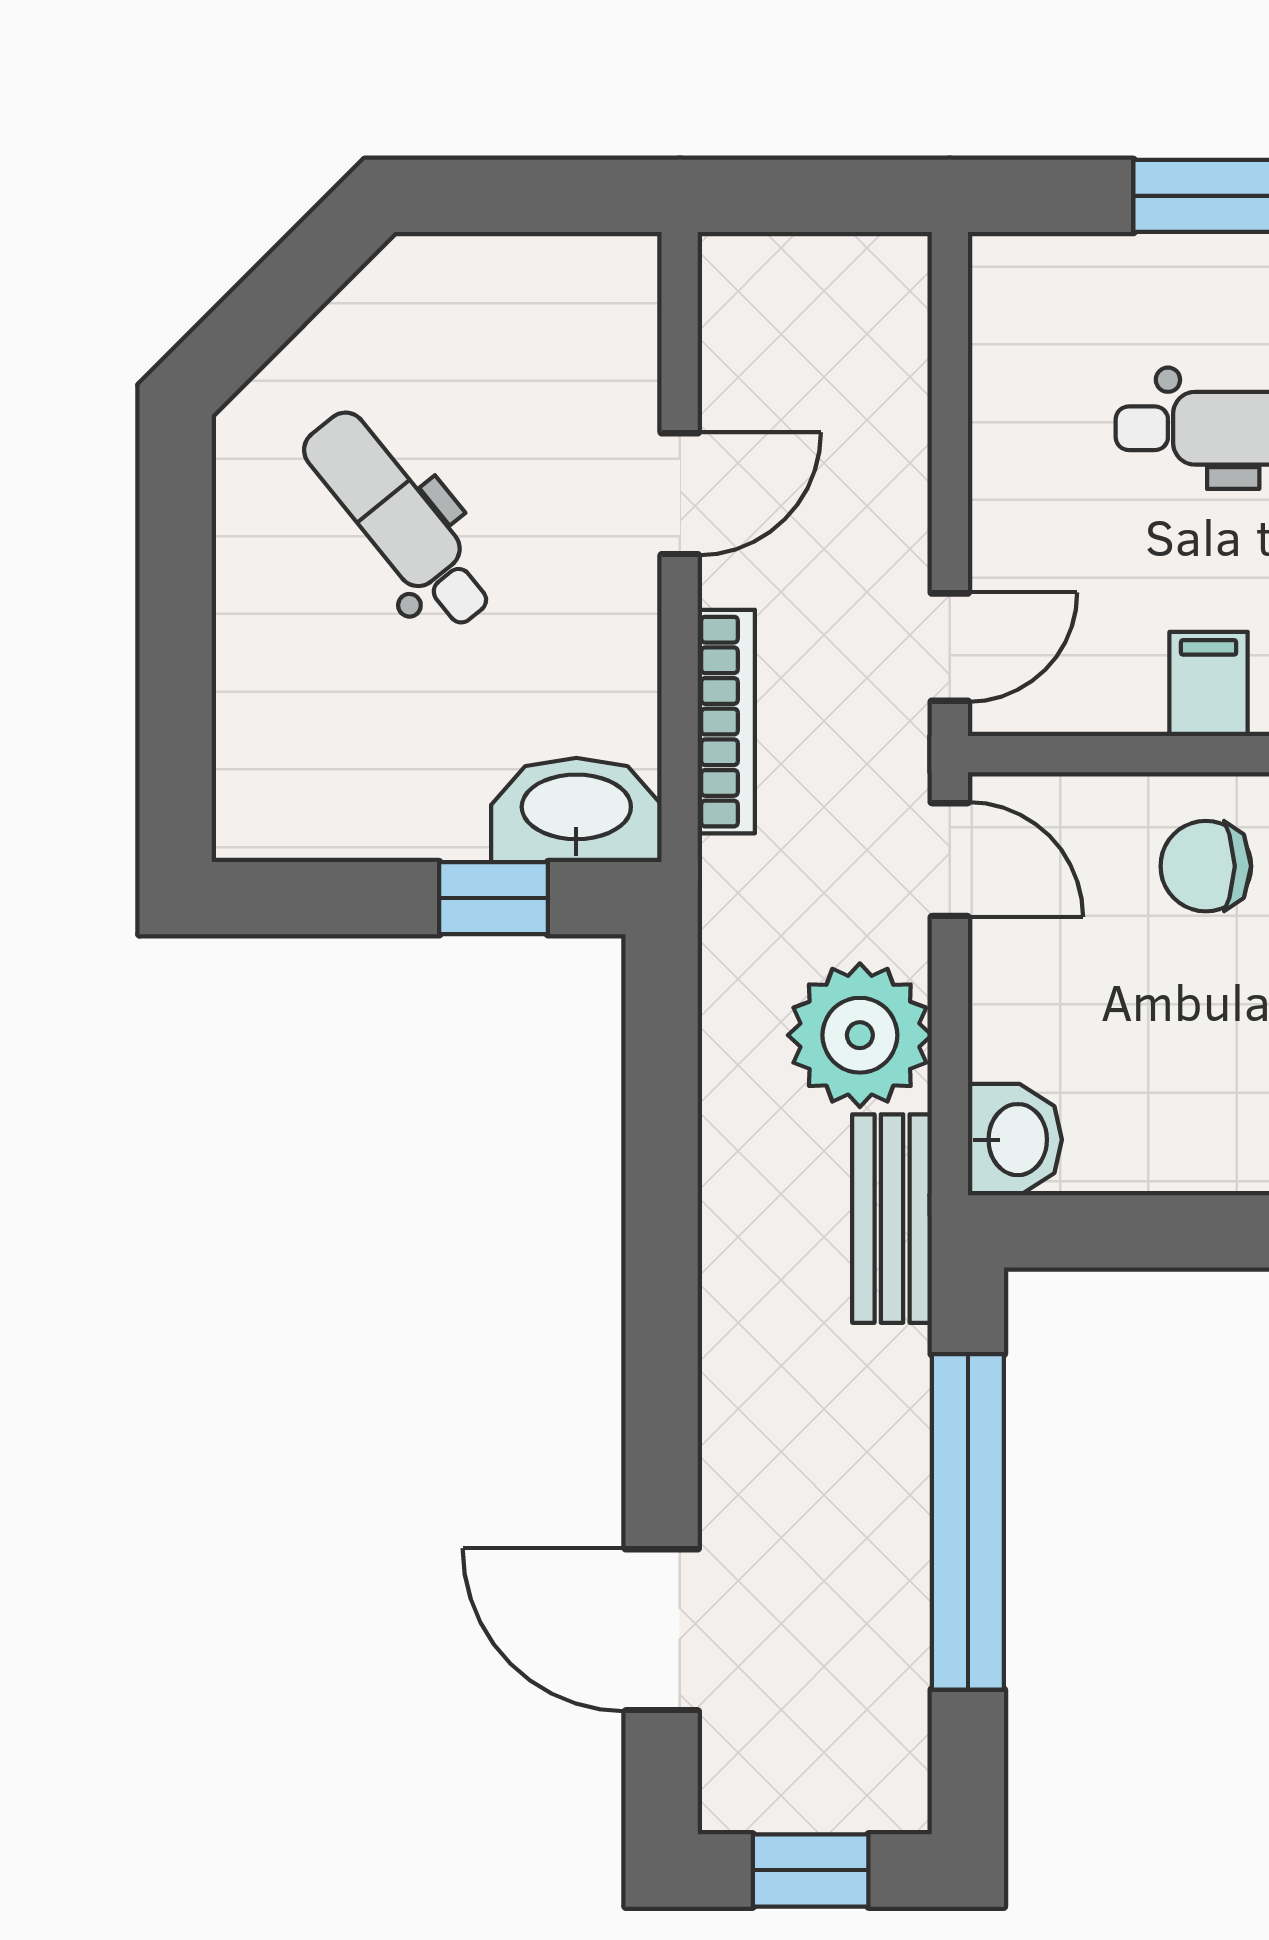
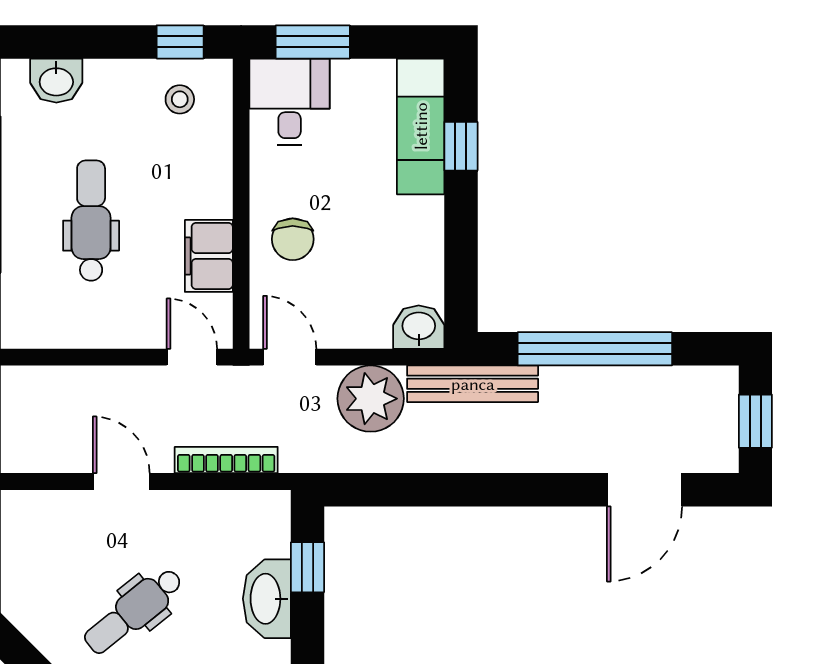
filing cabinet: (1209, 684) -> (209, 256), width x2.00
washbasin: (576, 810) -> (267, 599), moved
door: (950, 860) -> (290, 357), hinge flipped
bench: (892, 1219) -> (473, 384), width x1.36

